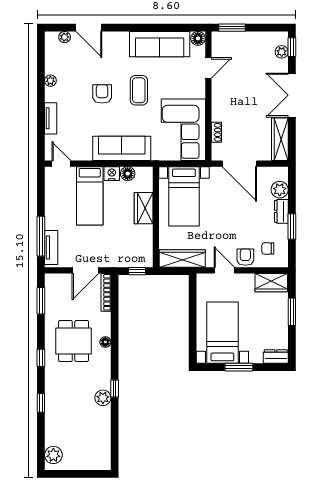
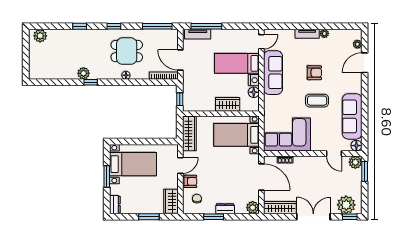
plant: (220, 40) -> (355, 162), added
plant: (282, 52) -> (346, 205), width x1.87, depth x1.87
tv unit: (51, 118) -> (307, 34), moved
sofa: (122, 148) -> (273, 73), moved
door: (239, 164) -> (261, 177), swing flipped
plant: (280, 190) -> (253, 208), moved
window: (41, 301) -> (157, 26), width x1.44

